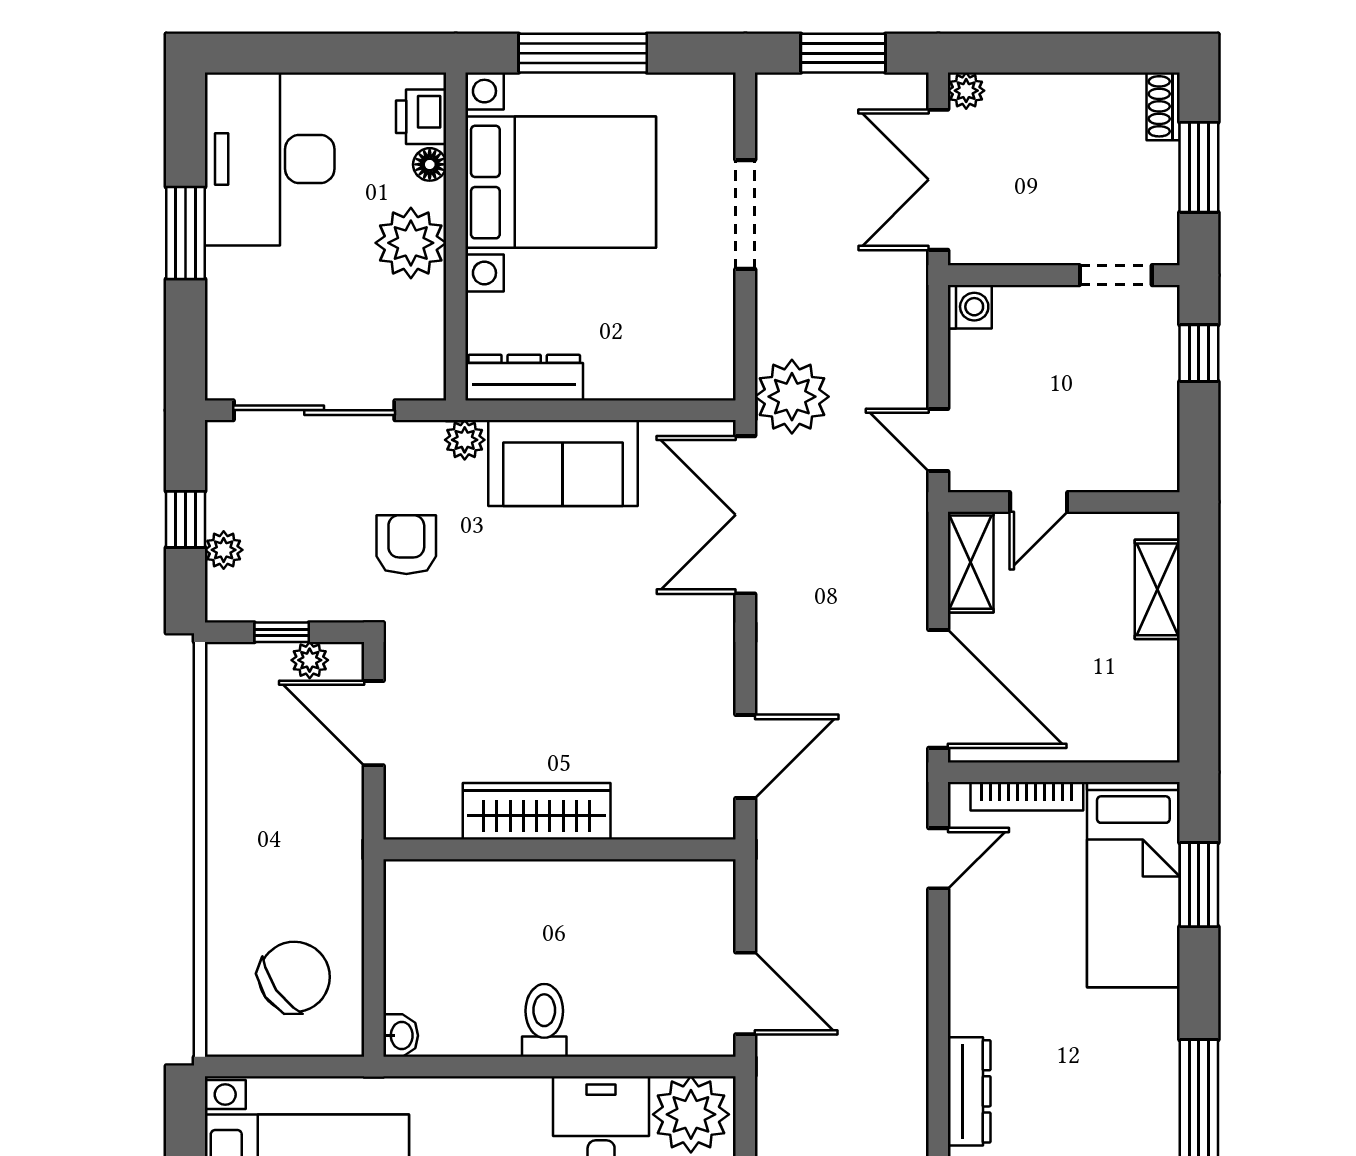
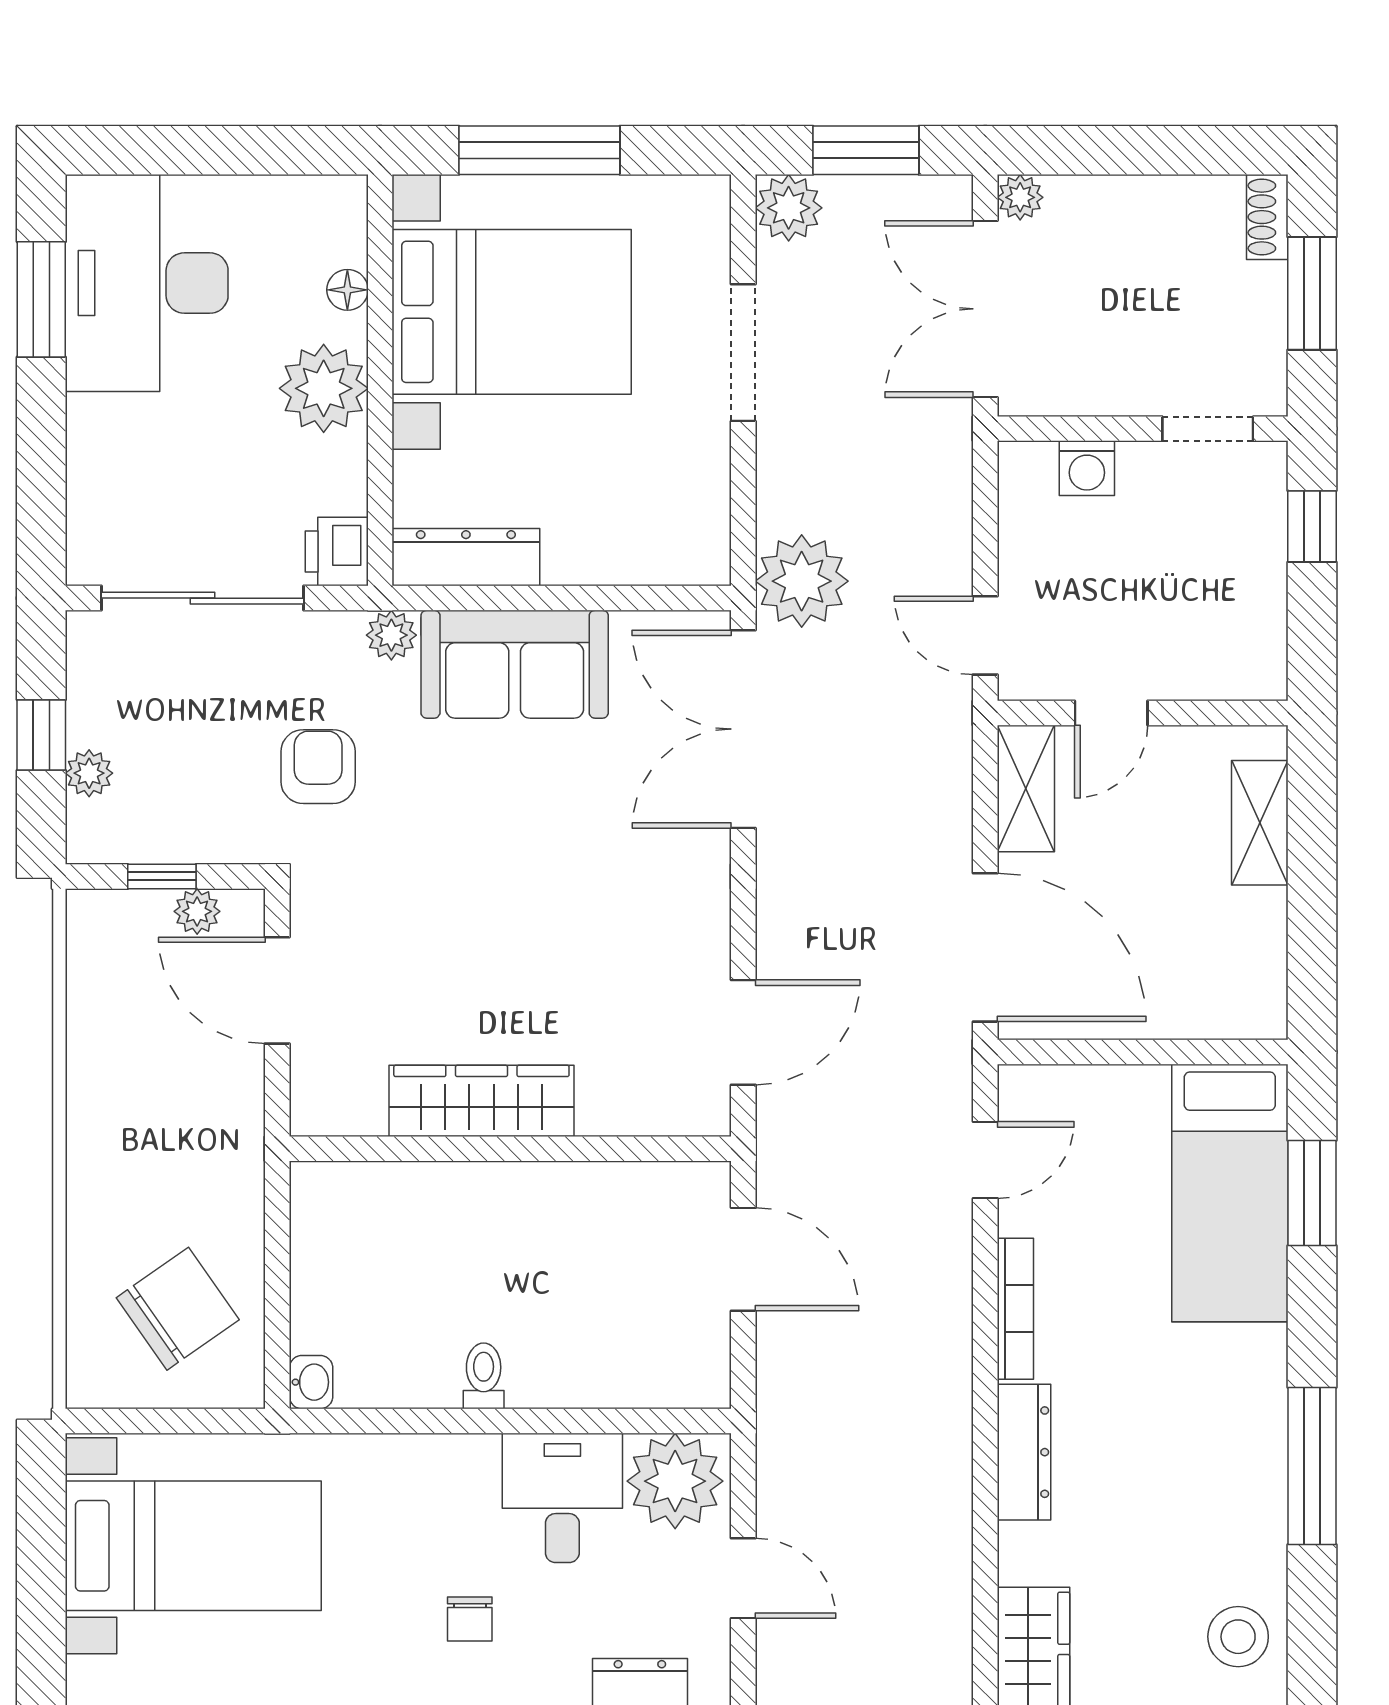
plant: (782, 99) -> (789, 208), added
printer: (421, 117) -> (337, 552), moved
window: (185, 233) -> (41, 299), moved
washing machine: (970, 307) -> (1087, 468), moved, turned 90
bookcase: (1027, 796) -> (1015, 1309), moved, turned -90
door: (745, 993) -> (743, 1259), moved
toilet: (544, 1020) -> (484, 1376), width x0.73, depth x0.72

